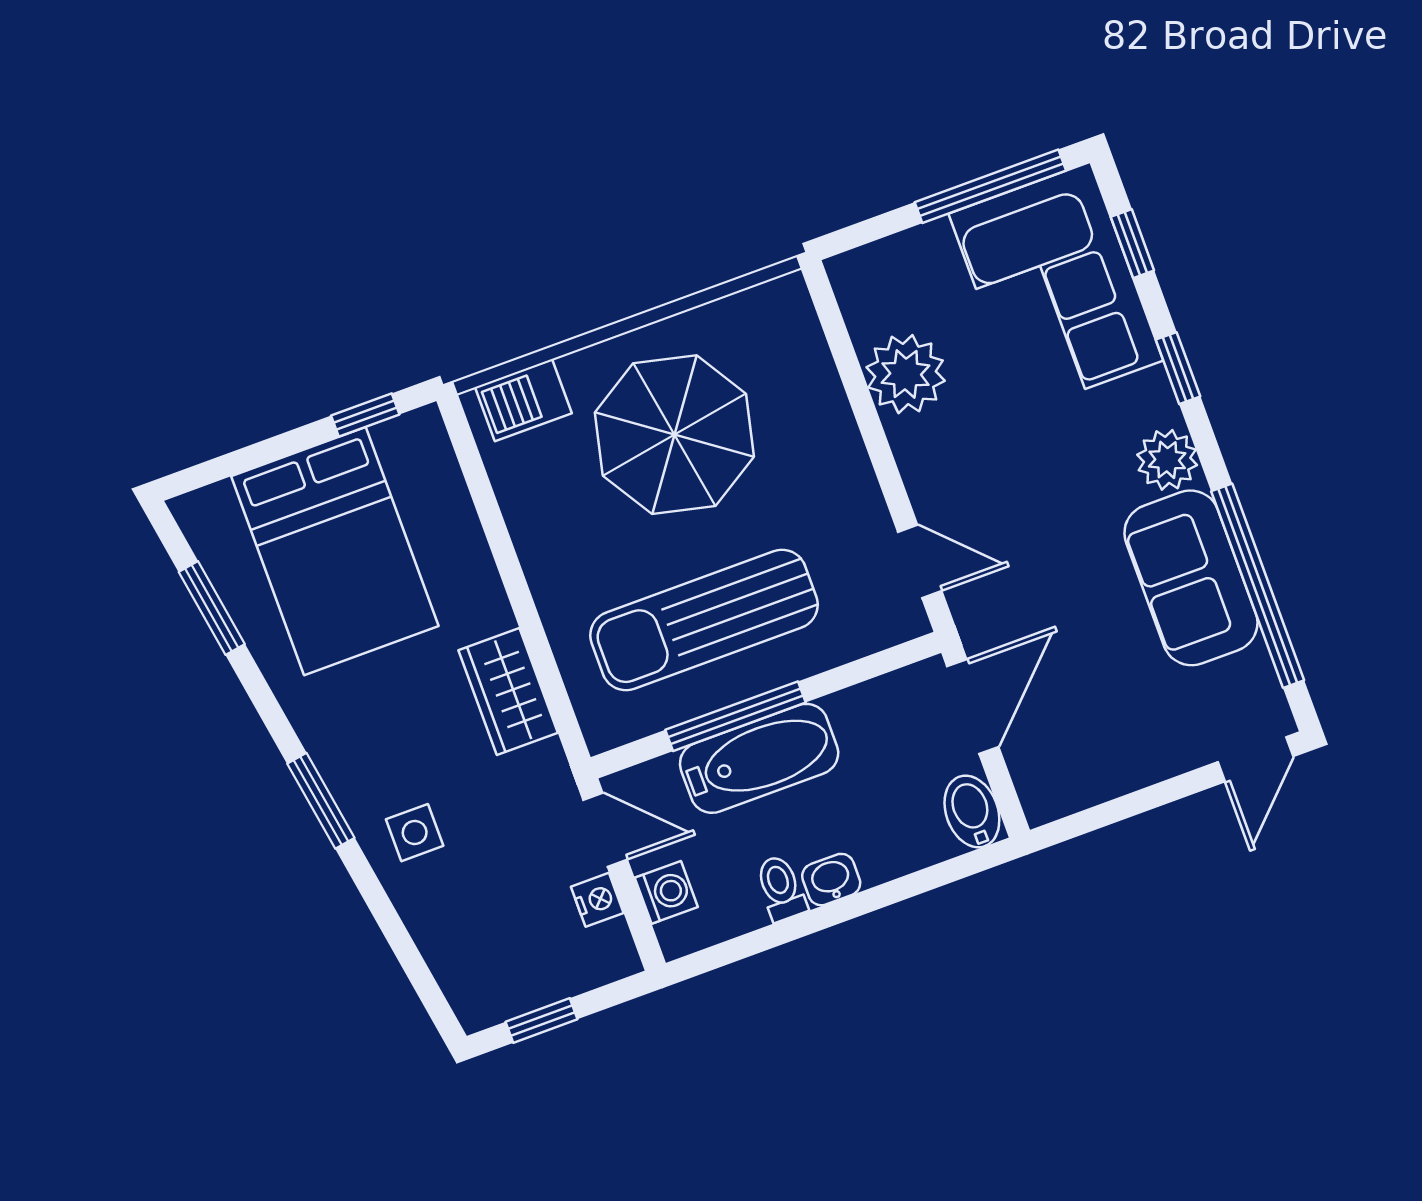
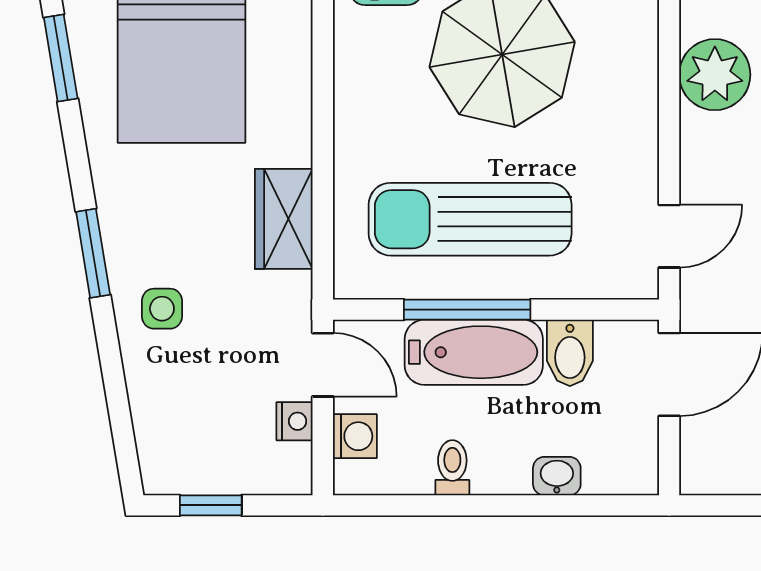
door: (920, 561) -> (669, 236), hinge flipped
bidet: (972, 811) -> (570, 353), moved, turned 180
washbasin: (831, 880) -> (557, 476), moved

